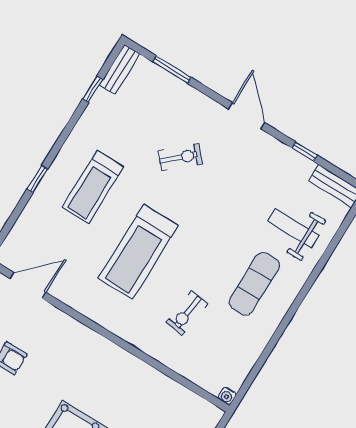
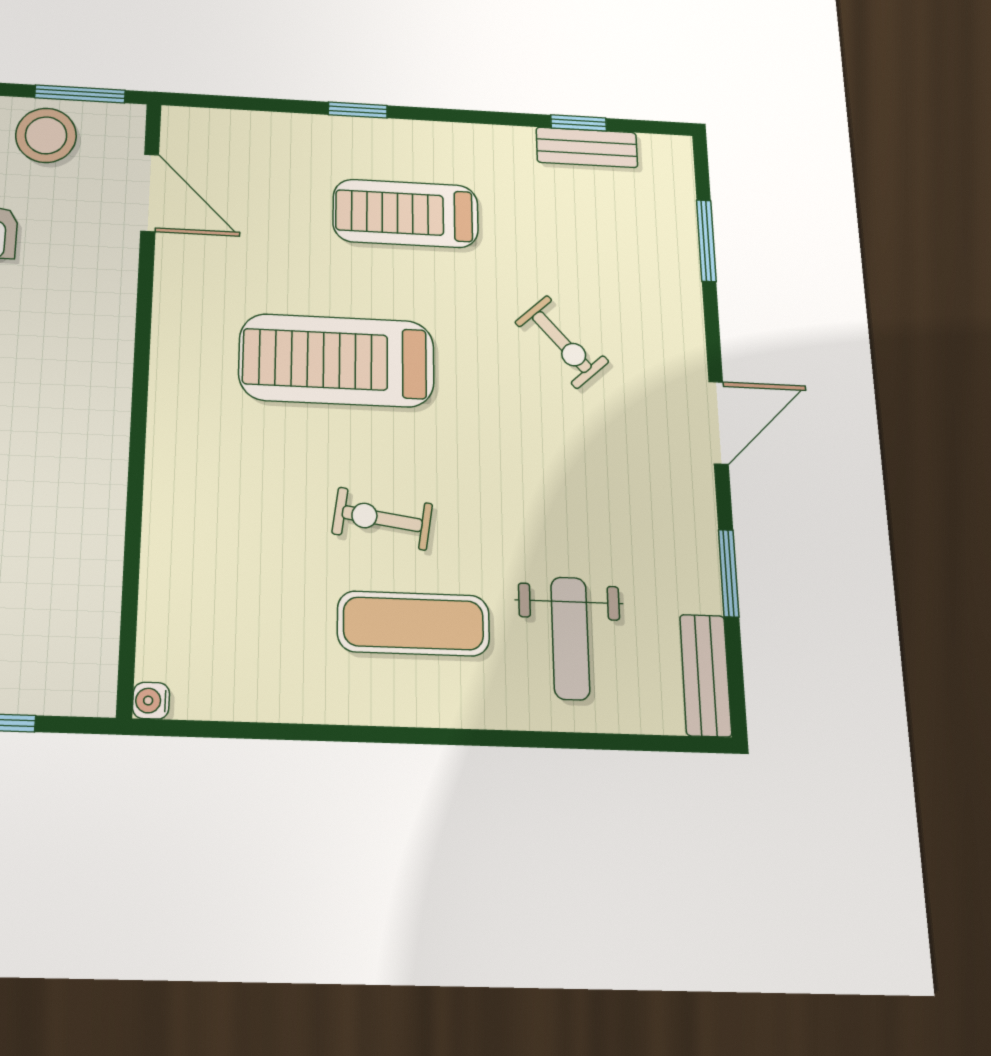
bench: (120, 70) -> (587, 147), moved
window: (304, 151) -> (729, 573), width x1.50
weight bench: (293, 228) -> (570, 638), turned 180
exercise bike: (187, 313) -> (382, 519), moved

